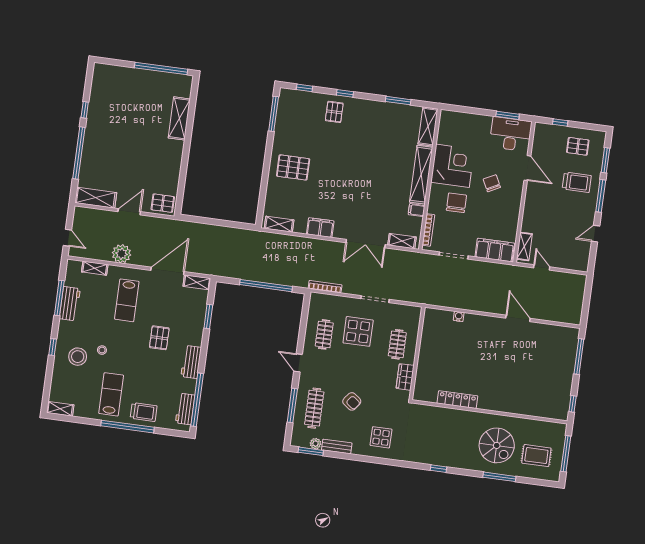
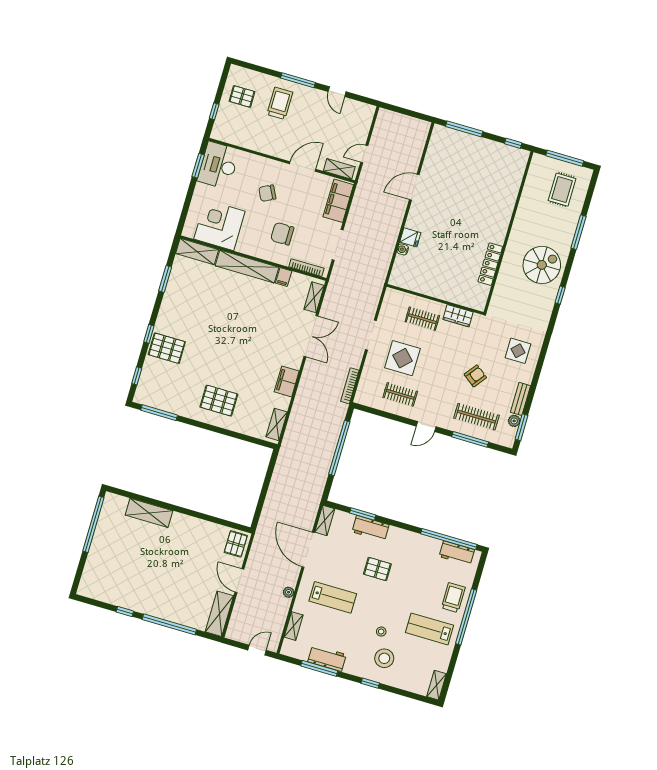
pallet: (334, 112) -> (167, 348), width x1.50, depth x1.42
pallet: (578, 146) -> (242, 96), turned 90
window: (605, 160) -> (261, 69), removed
corner desk: (453, 166) -> (219, 225), moved
pallet: (293, 167) -> (219, 401), turned 90
door: (527, 168) -> (303, 167), moved
plant: (122, 254) -> (289, 592), width x0.53, depth x0.53
fridge: (471, 322) -> (410, 237), added
workbench: (191, 362) -> (370, 528), moved
spiral stairs: (497, 445) -> (542, 265), moved

